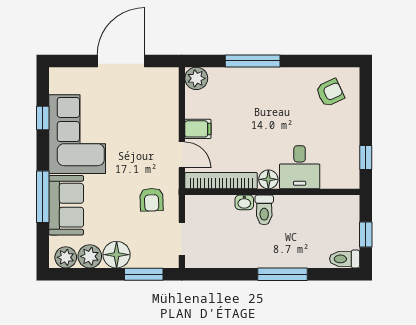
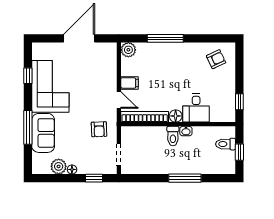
washbasin: (244, 202) -> (186, 131), moved
floor lamp: (117, 255) -> (72, 169), width x0.53, depth x0.53
plant: (66, 257) -> (43, 167), removed
toilet: (345, 259) -> (226, 144), moved
window: (144, 274) -> (94, 178), width x0.67

